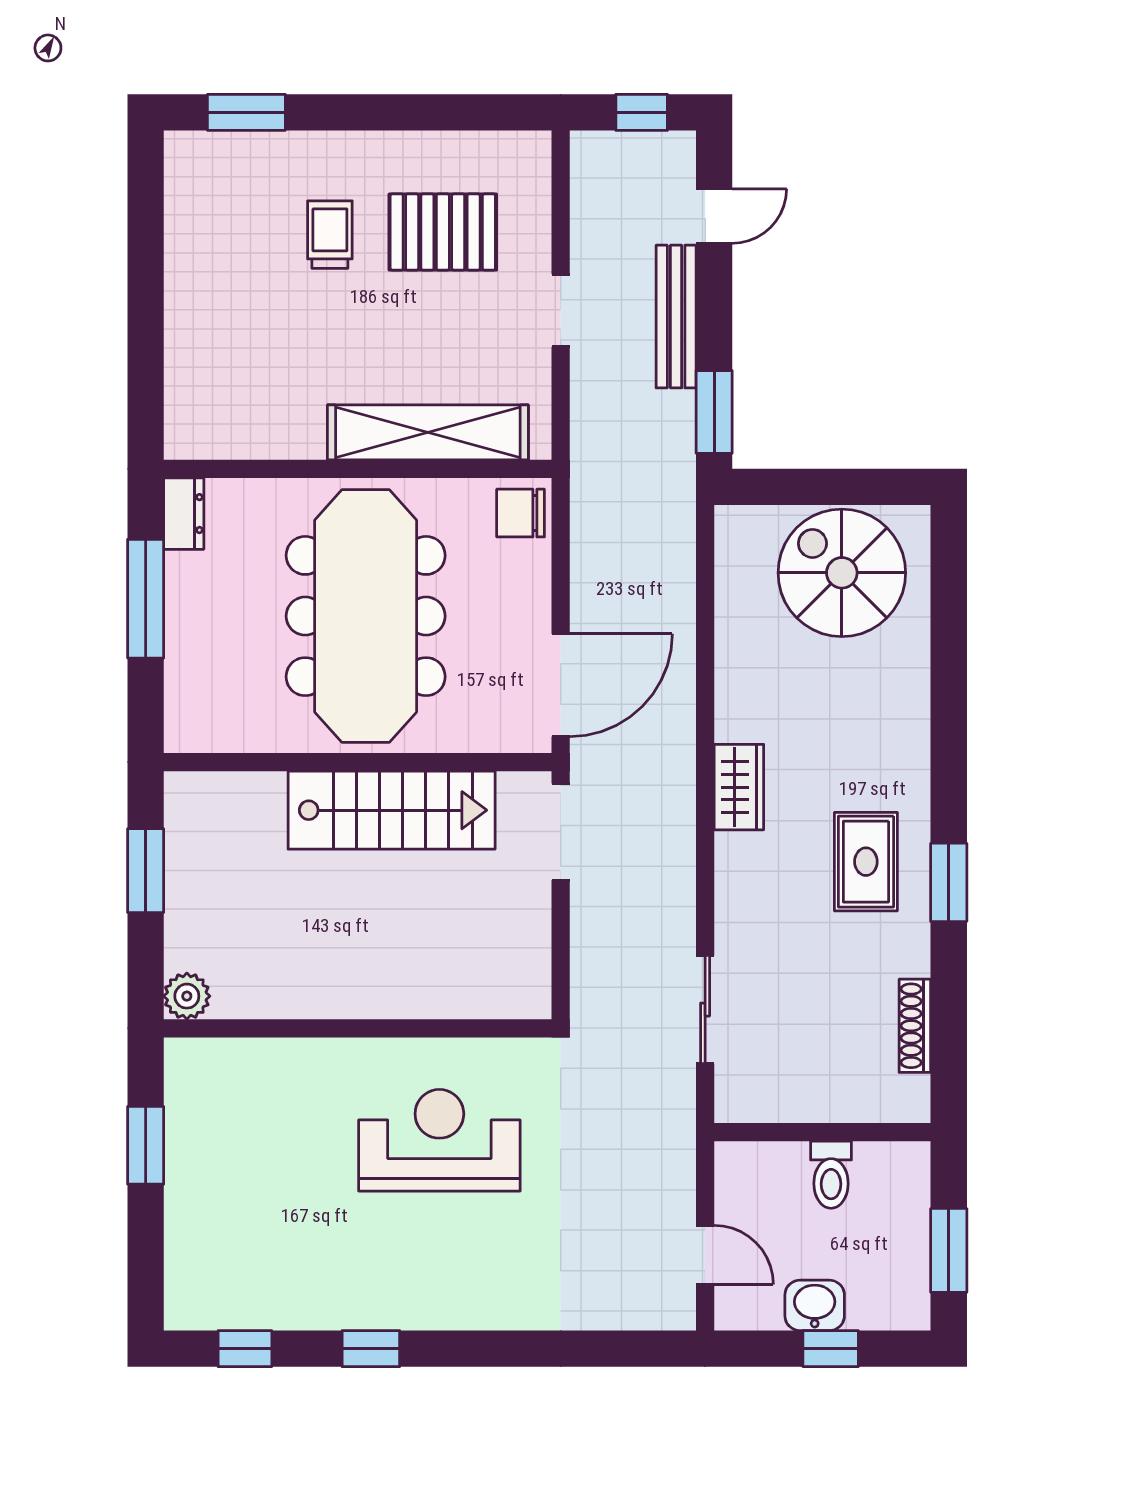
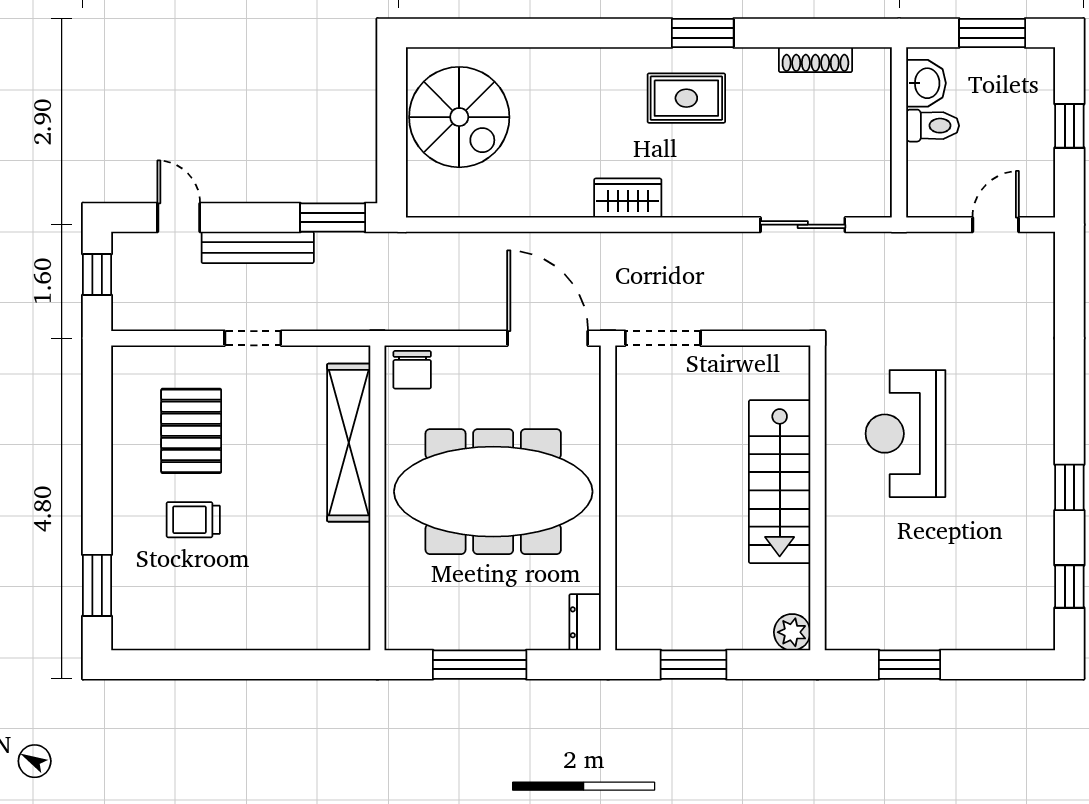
dresser: (184, 514) -> (585, 622), moved, turned -90
spiral stairs: (842, 573) -> (459, 117), turned -90
stairs: (392, 810) -> (780, 482), moved, turned 180
washbasin: (815, 1305) -> (926, 83), moved, turned 180

